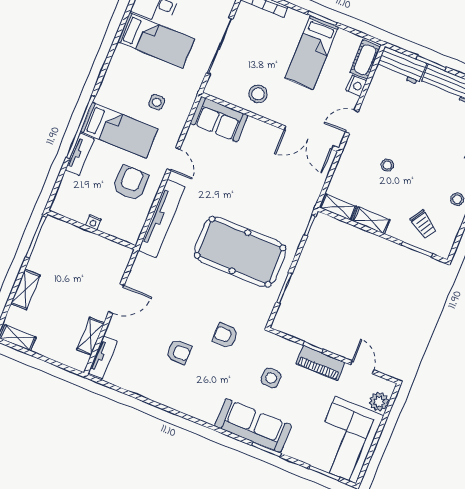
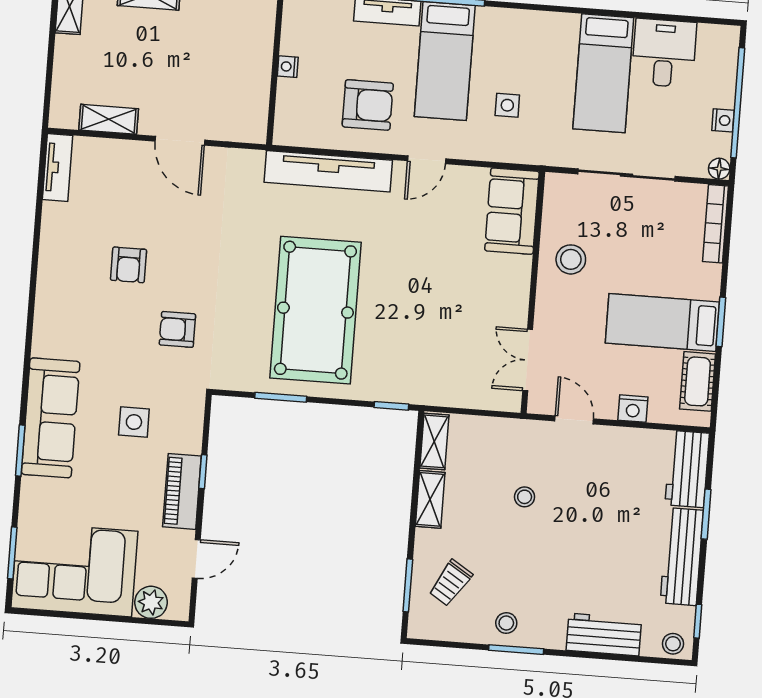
cot: (365, 60) -> (698, 381), moved, turned 90
double door: (308, 138) -> (528, 360), width x0.73
armchair: (225, 335) -> (177, 329), turned -90
tv unit: (103, 357) -> (58, 167), moved, turned -90

